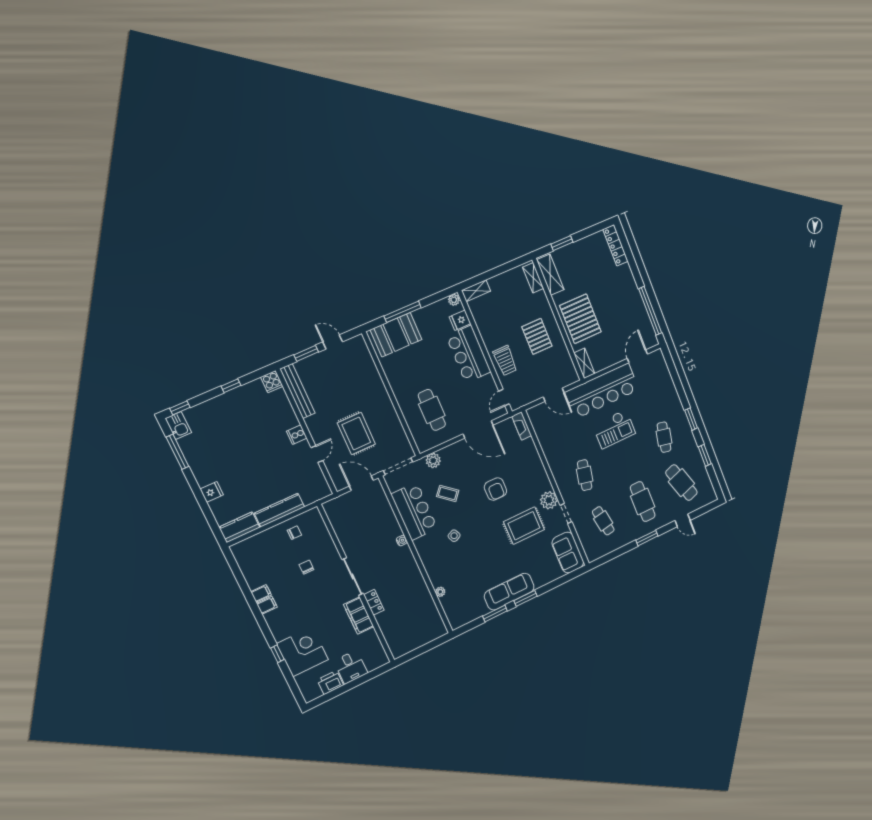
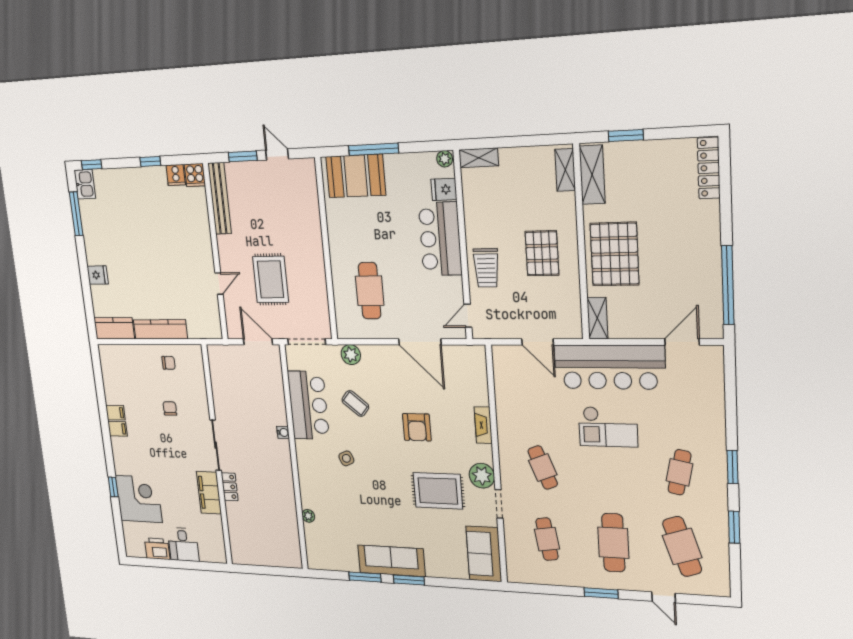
fireplace: (522, 426) -> (483, 425), moved
cooker: (297, 435) -> (176, 175), moved, turned -90
cafe table: (585, 475) -> (543, 468), turned -33

